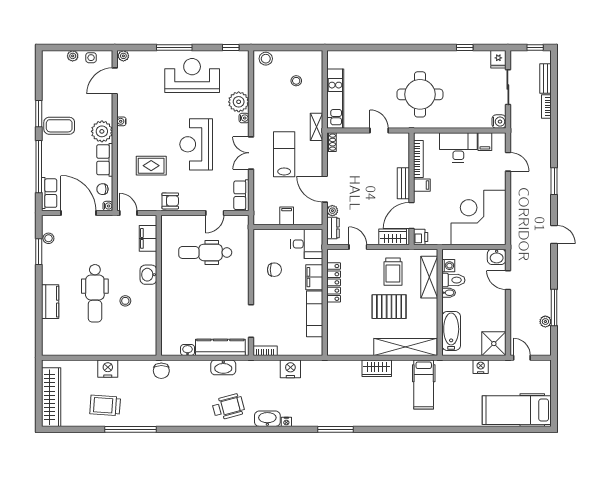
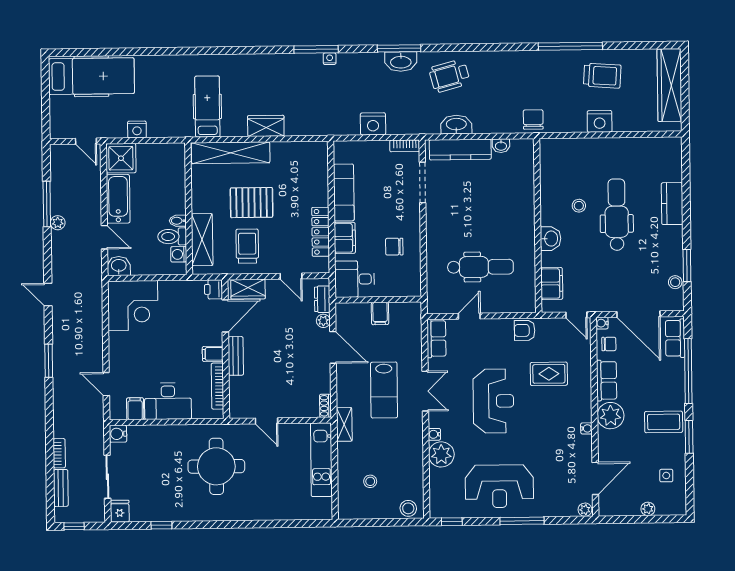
side table: (91, 58) -> (666, 476), moved
corner desk: (478, 218) -> (133, 306), width x0.74, depth x0.74
plant: (545, 322) -> (58, 223), moved
bathtub: (451, 331) -> (118, 199), moved, turned 180
nightstand: (286, 422) -> (330, 59), moved
window: (269, 429) -> (399, 48), added

